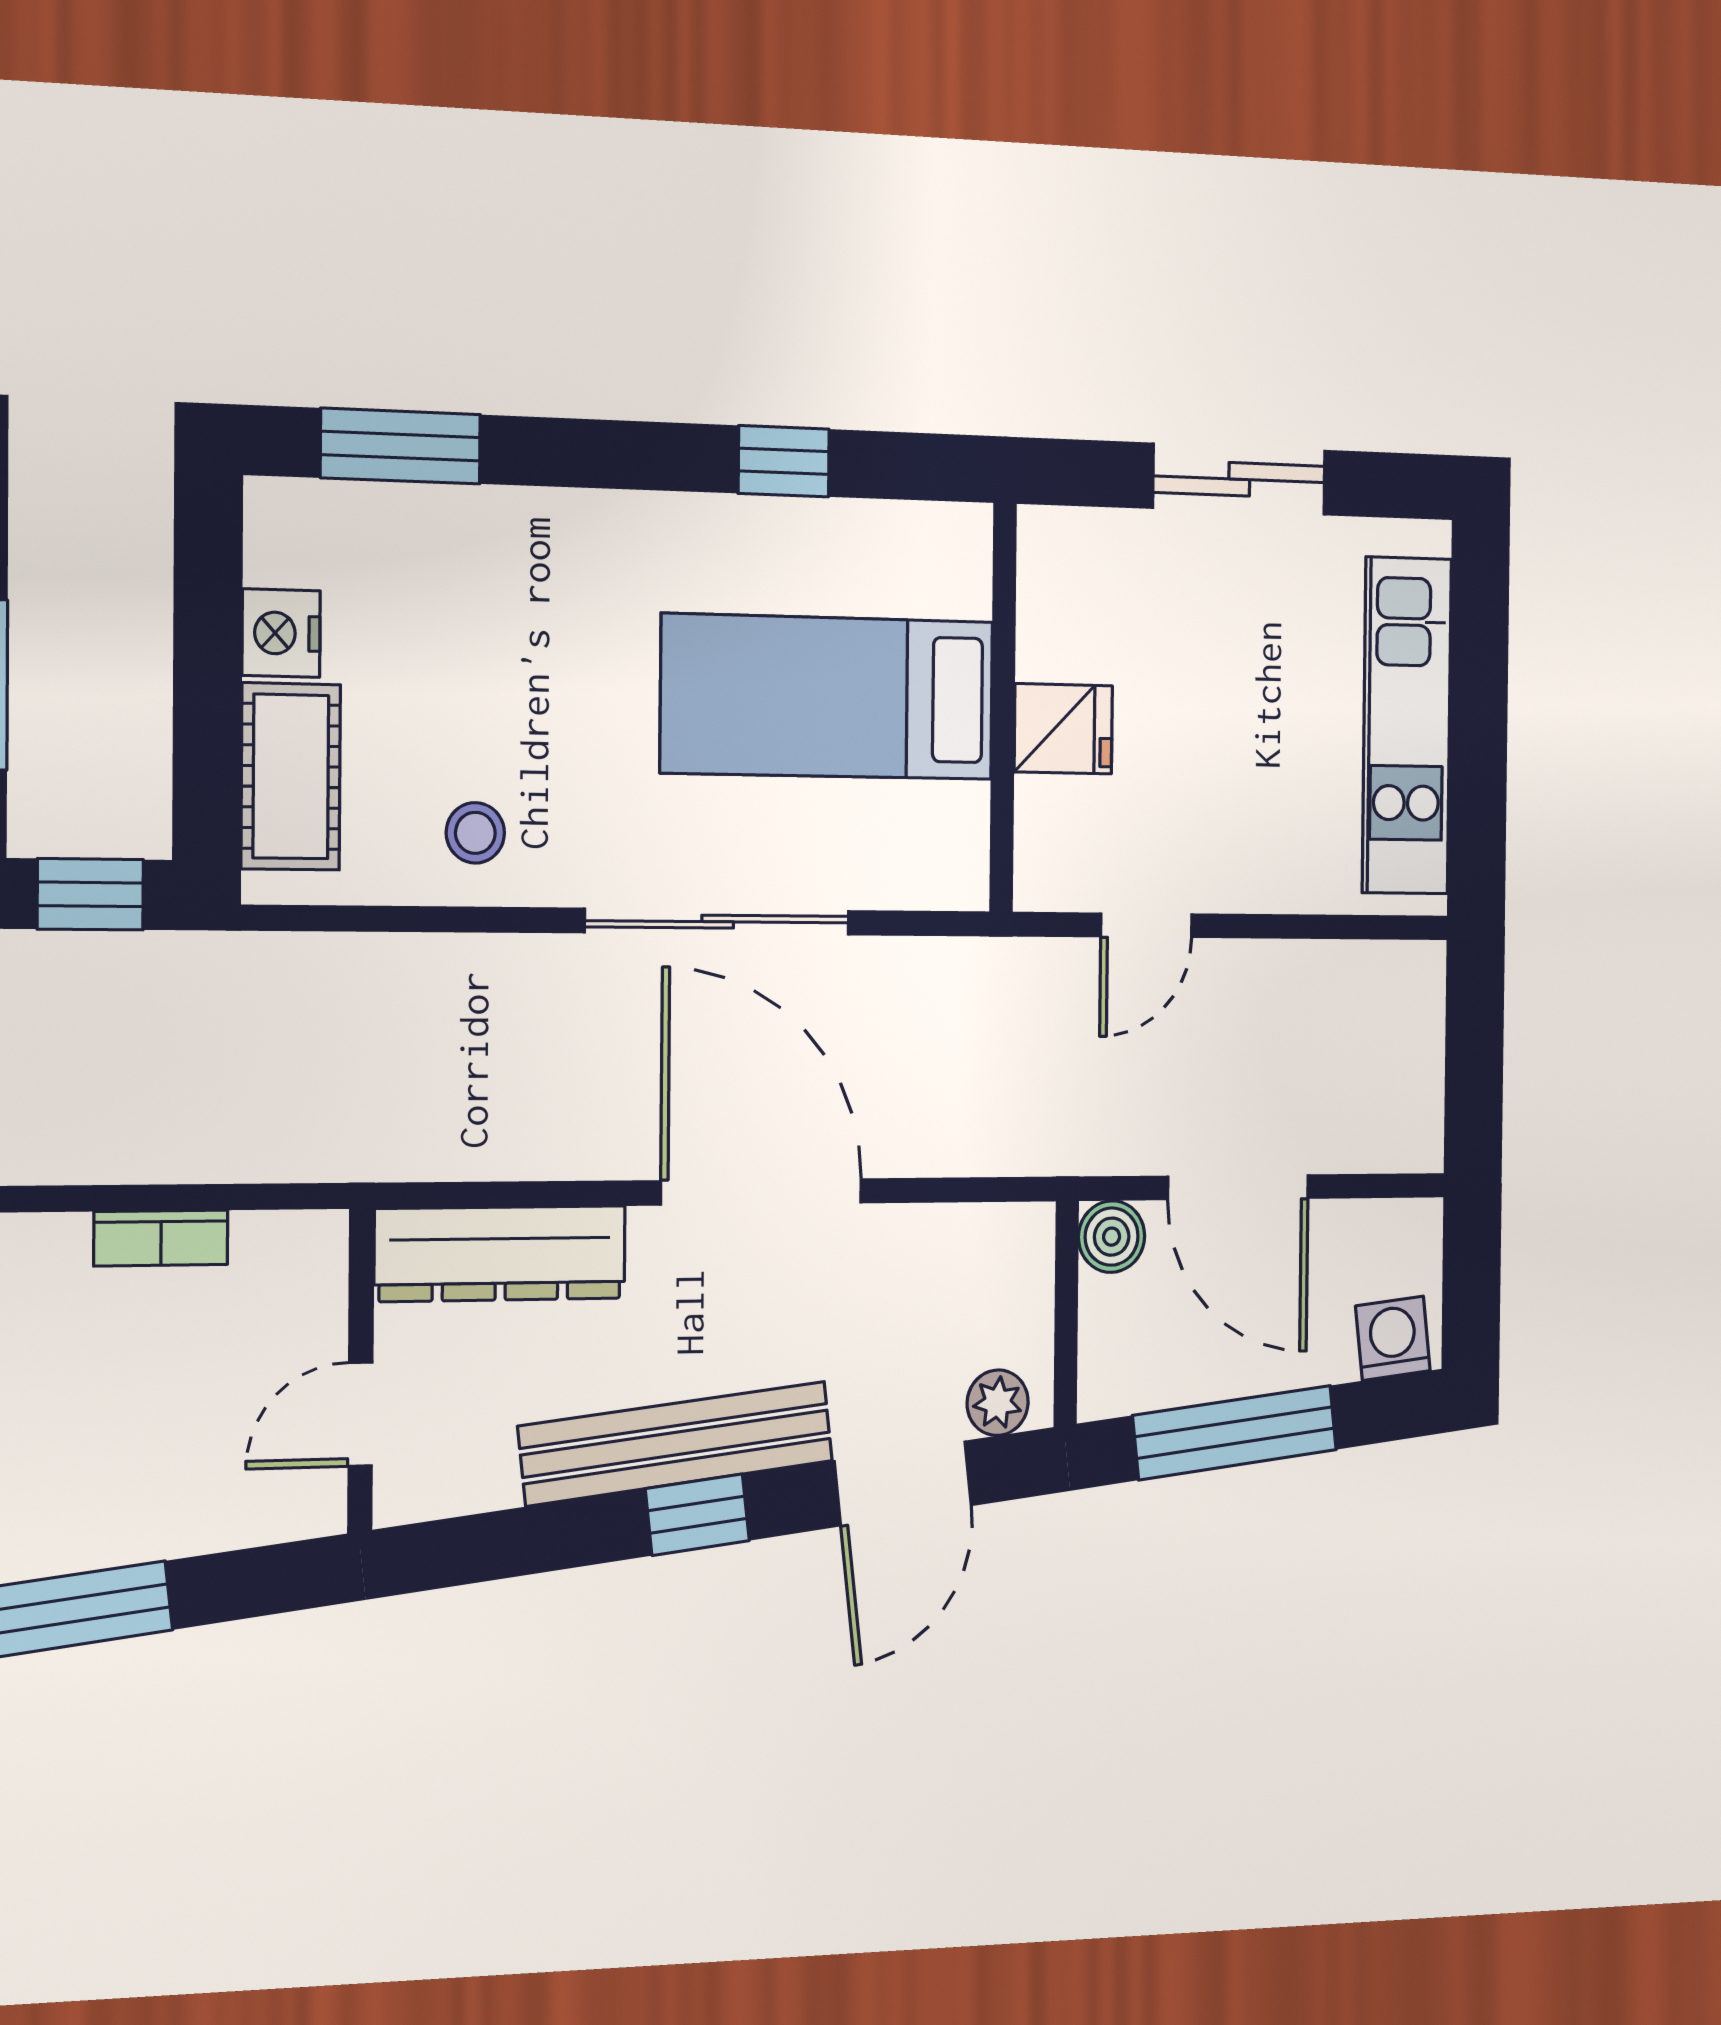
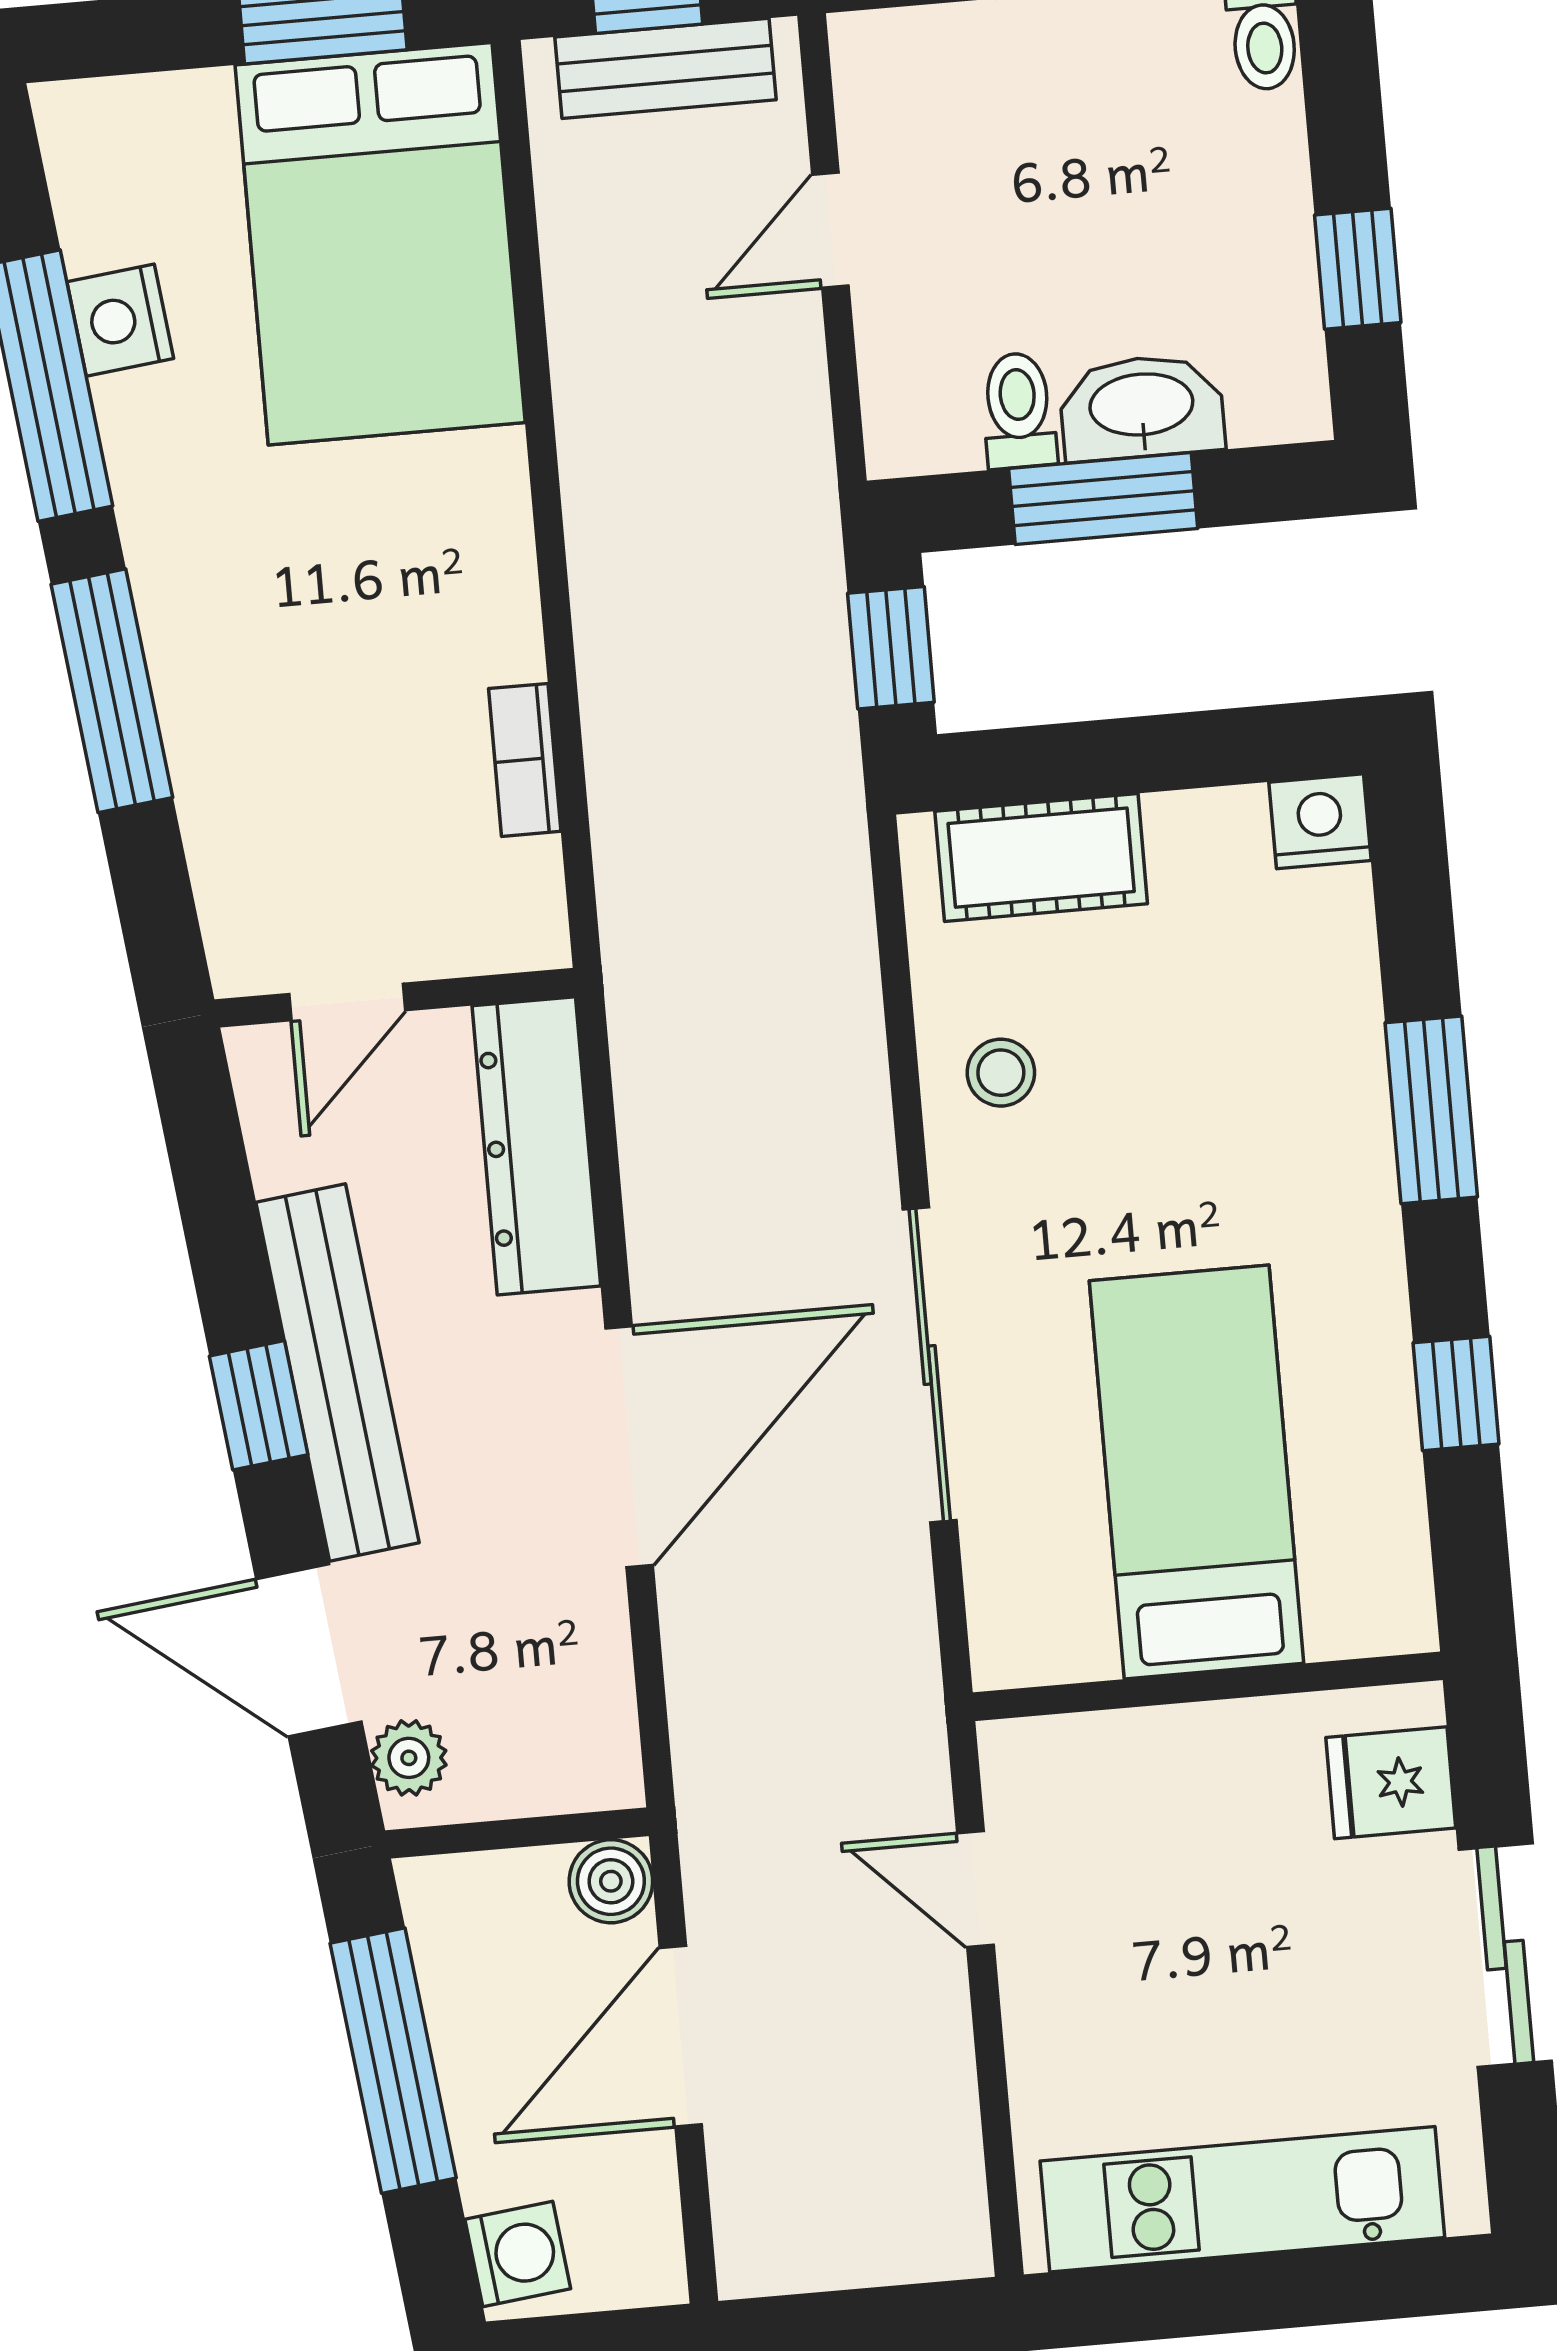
window: (401, 446) -> (1431, 1110), moved
nightstand: (281, 633) -> (1320, 821), moved
fridge: (1063, 729) -> (1391, 1783), moved, turned 90
door: (360, 1414) -> (347, 1002), swing flipped

